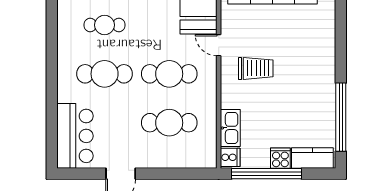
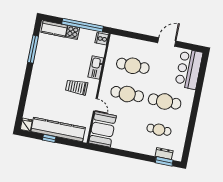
window: (341, 117) -> (33, 49), width x0.68
kitchen sink: (230, 128) -> (96, 67), moved

